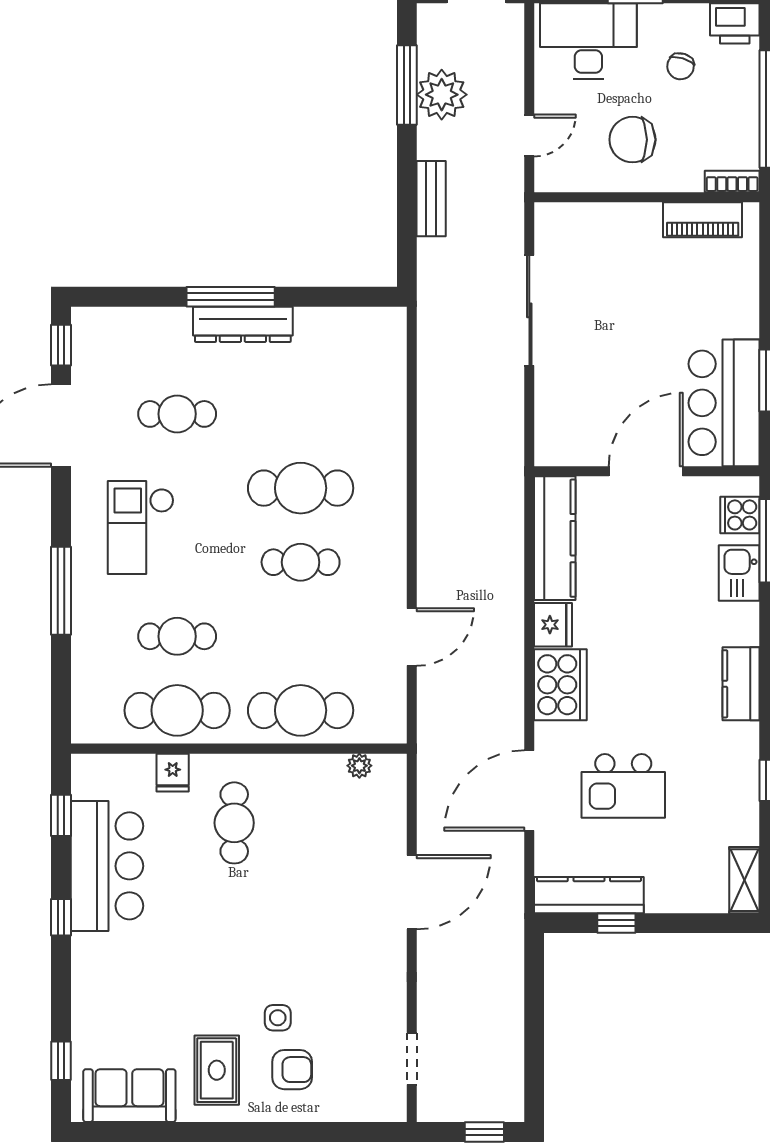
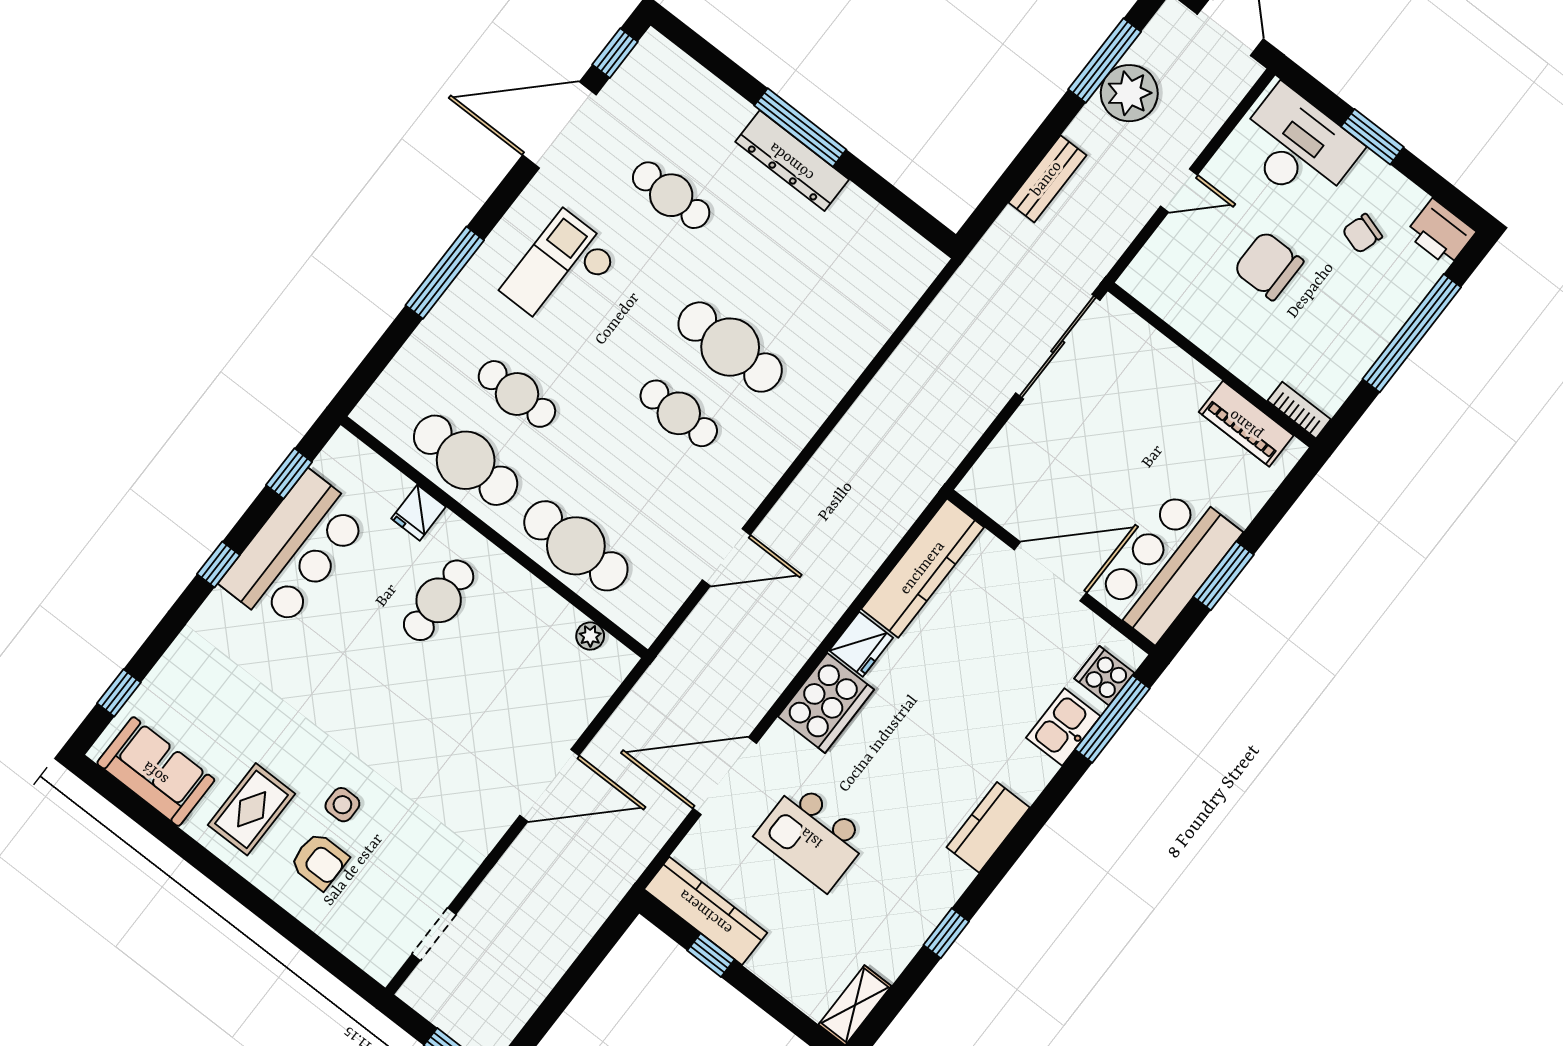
bookcase: (732, 181) -> (1299, 410), moved
wall: (647, 197) -> (1212, 365), moved
piano: (703, 220) -> (1246, 424), moved

